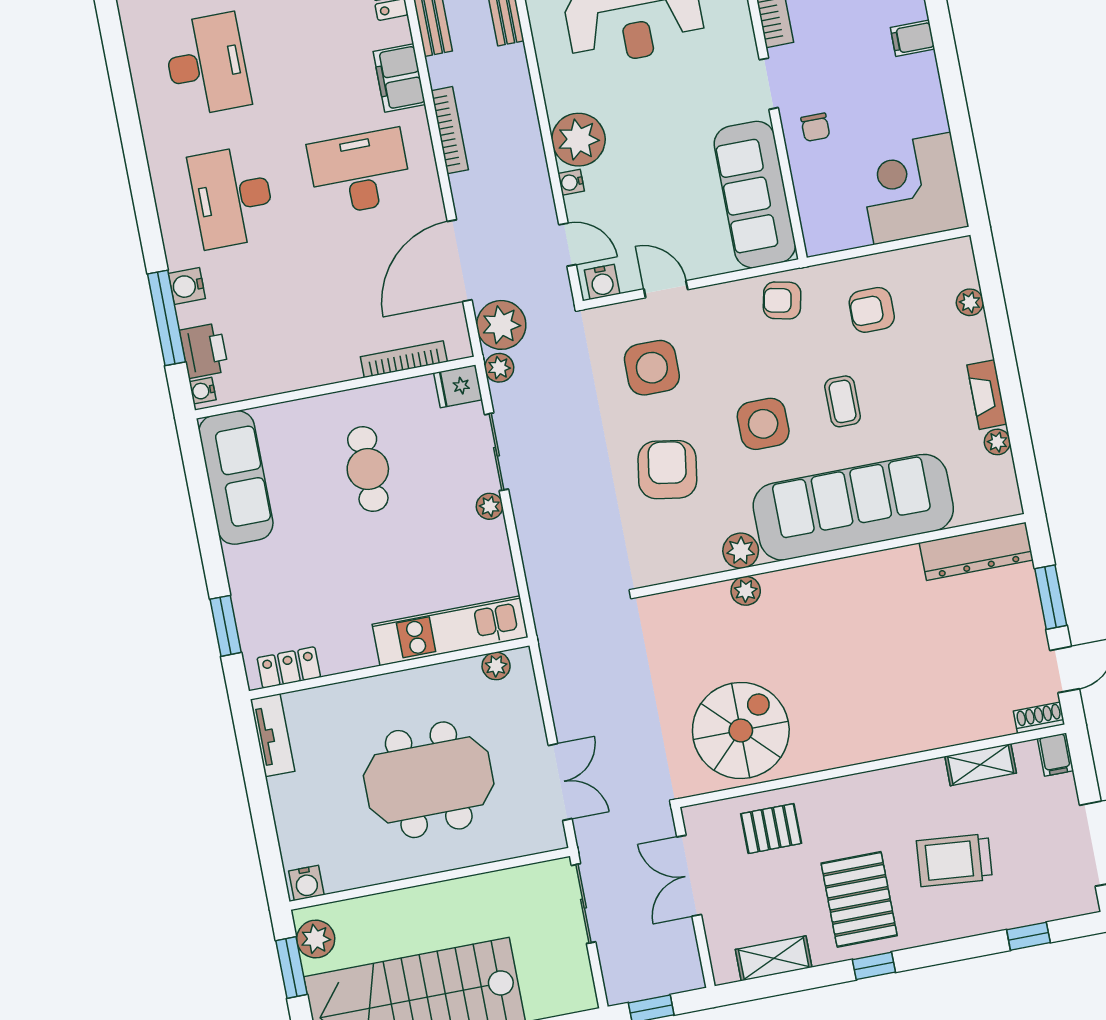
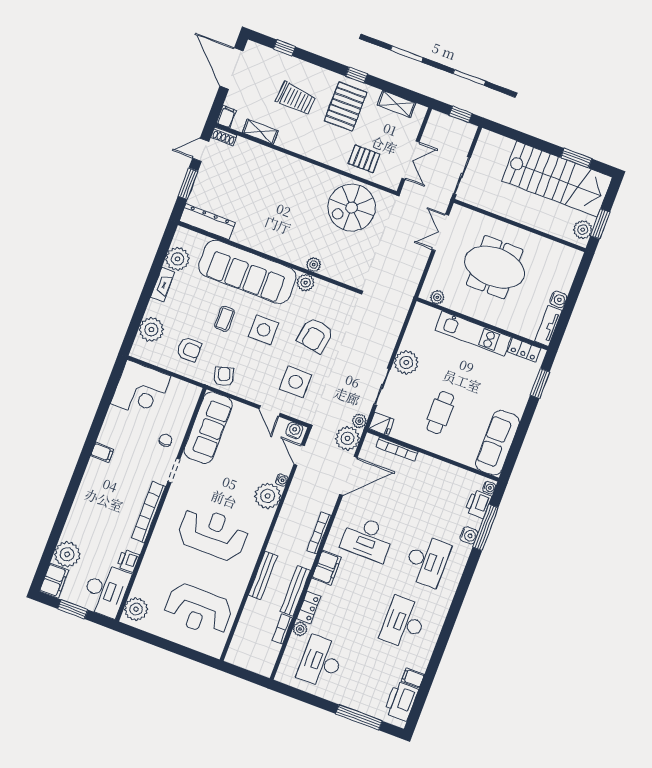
armchair: (782, 300) -> (224, 376), turned -119
plant: (970, 302) -> (151, 330), width x1.87, depth x1.87
plant: (997, 442) -> (178, 259), width x1.88, depth x1.88
plant: (490, 506) -> (406, 362), width x1.88, depth x1.88
kitchen unit: (450, 631) -> (473, 334), moved
water cooler: (306, 883) -> (558, 299), moved, turned 90

